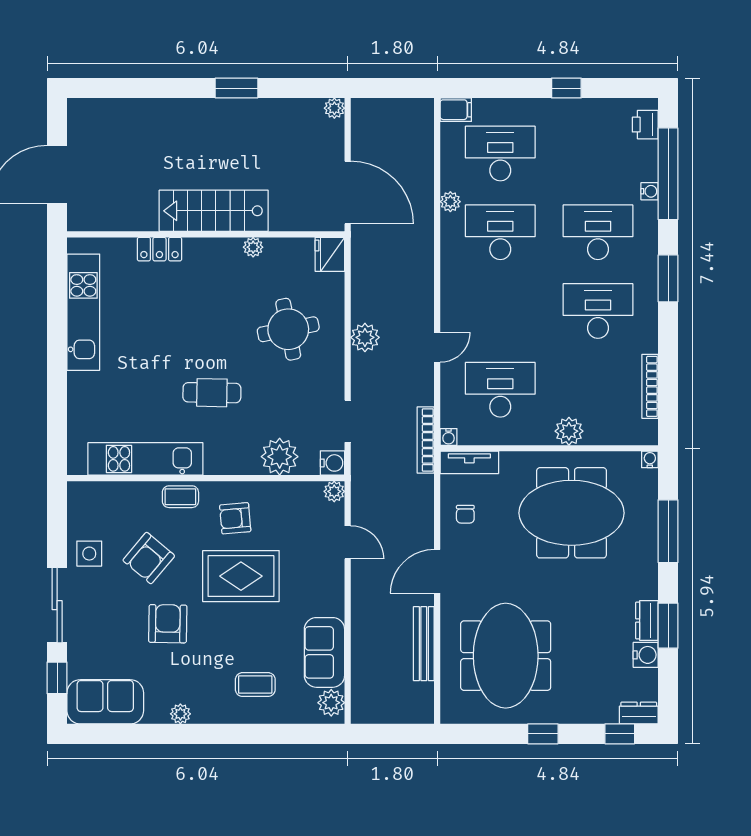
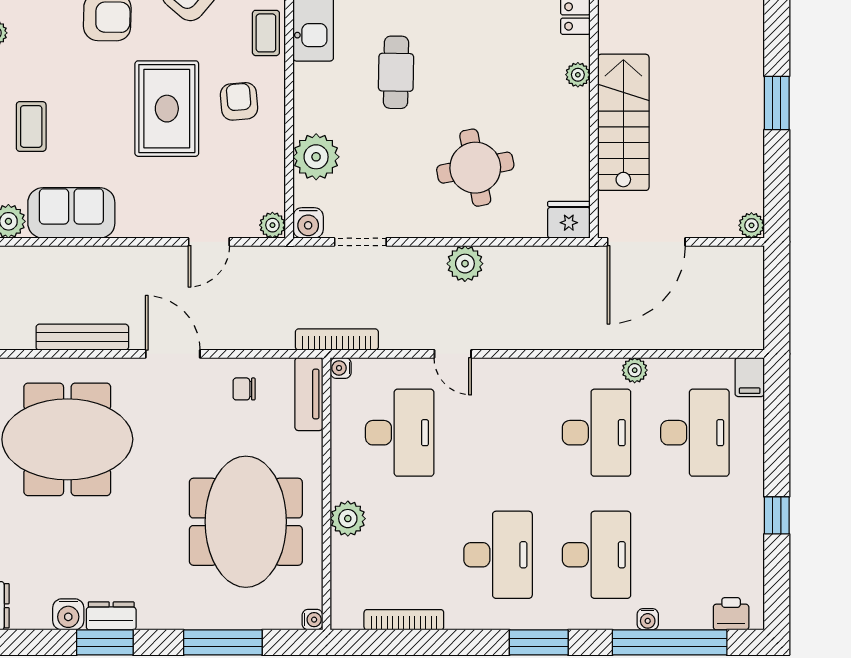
stairs: (214, 211) -> (623, 122), moved
plant: (253, 247) -> (578, 75), moved

